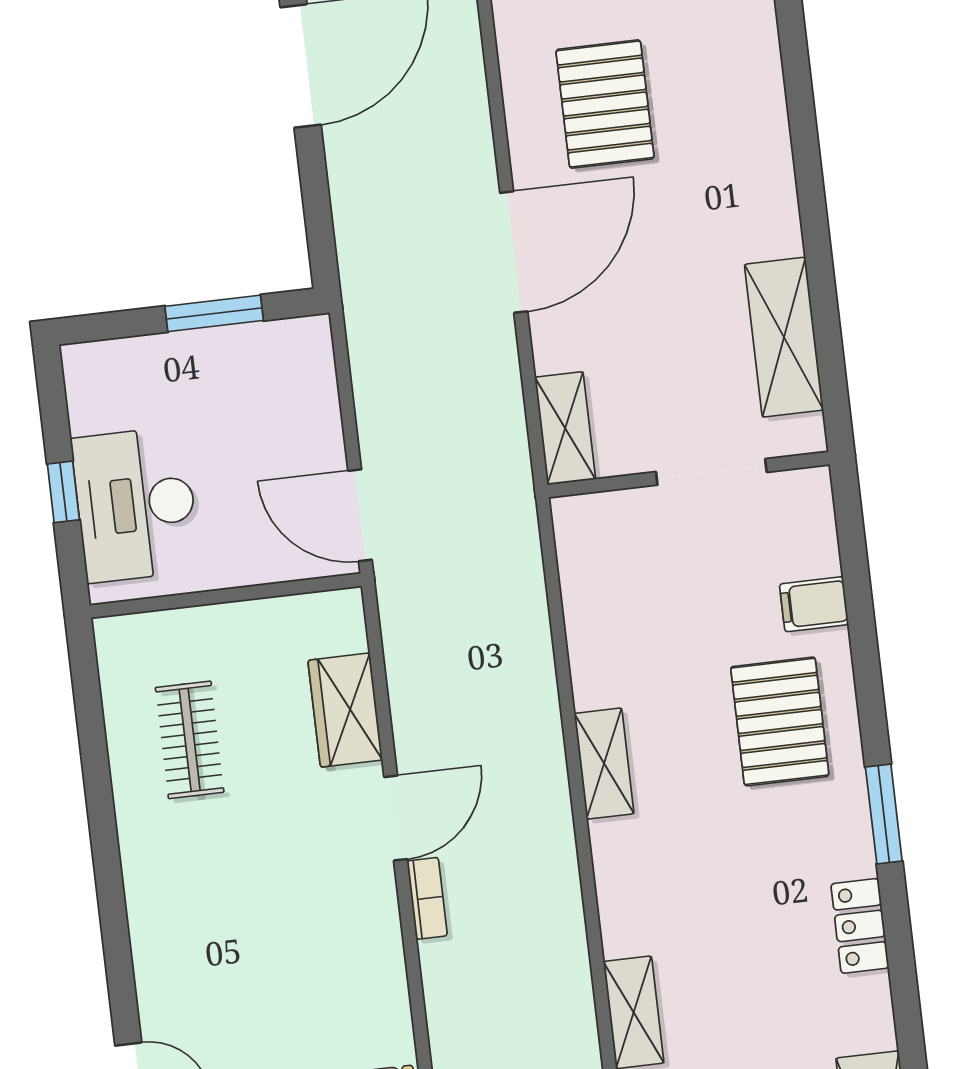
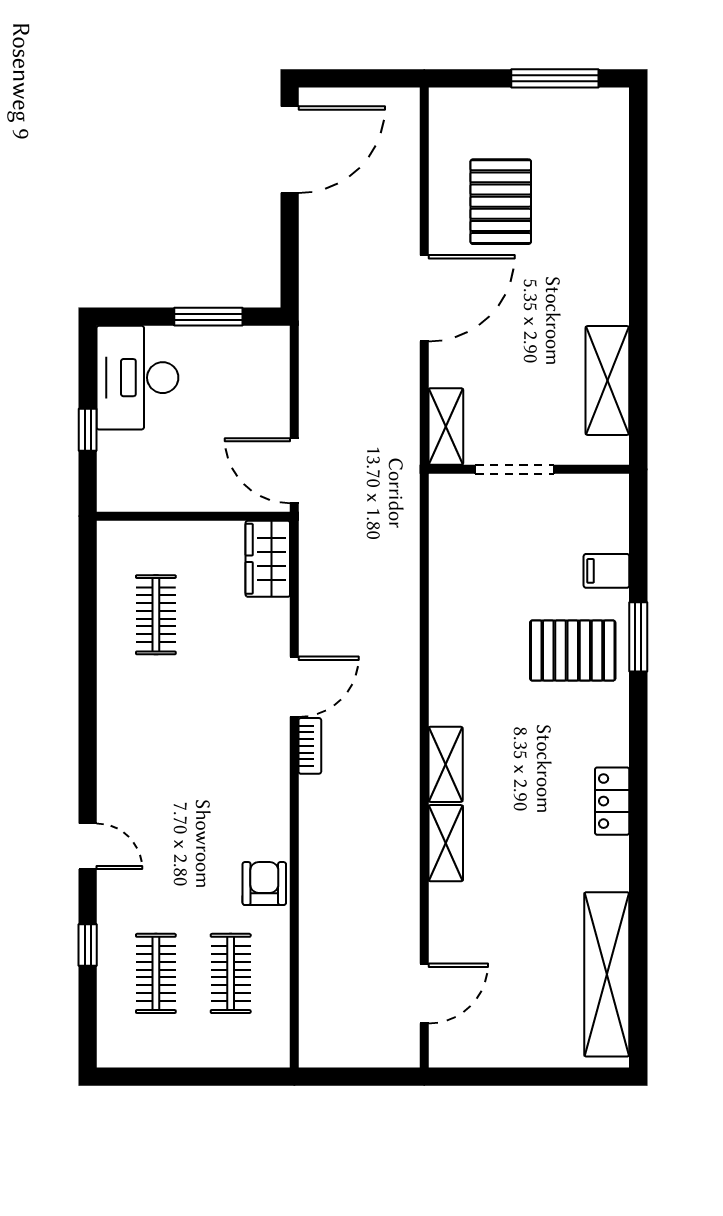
doorway: (711, 472) -> (515, 469), moved
desk: (136, 504) -> (137, 378), moved
wardrobe: (345, 710) -> (268, 559), moved
pallet: (780, 721) -> (573, 651), turned 90
shelving: (604, 764) -> (446, 764), moved
window: (884, 814) -> (638, 637), moved

